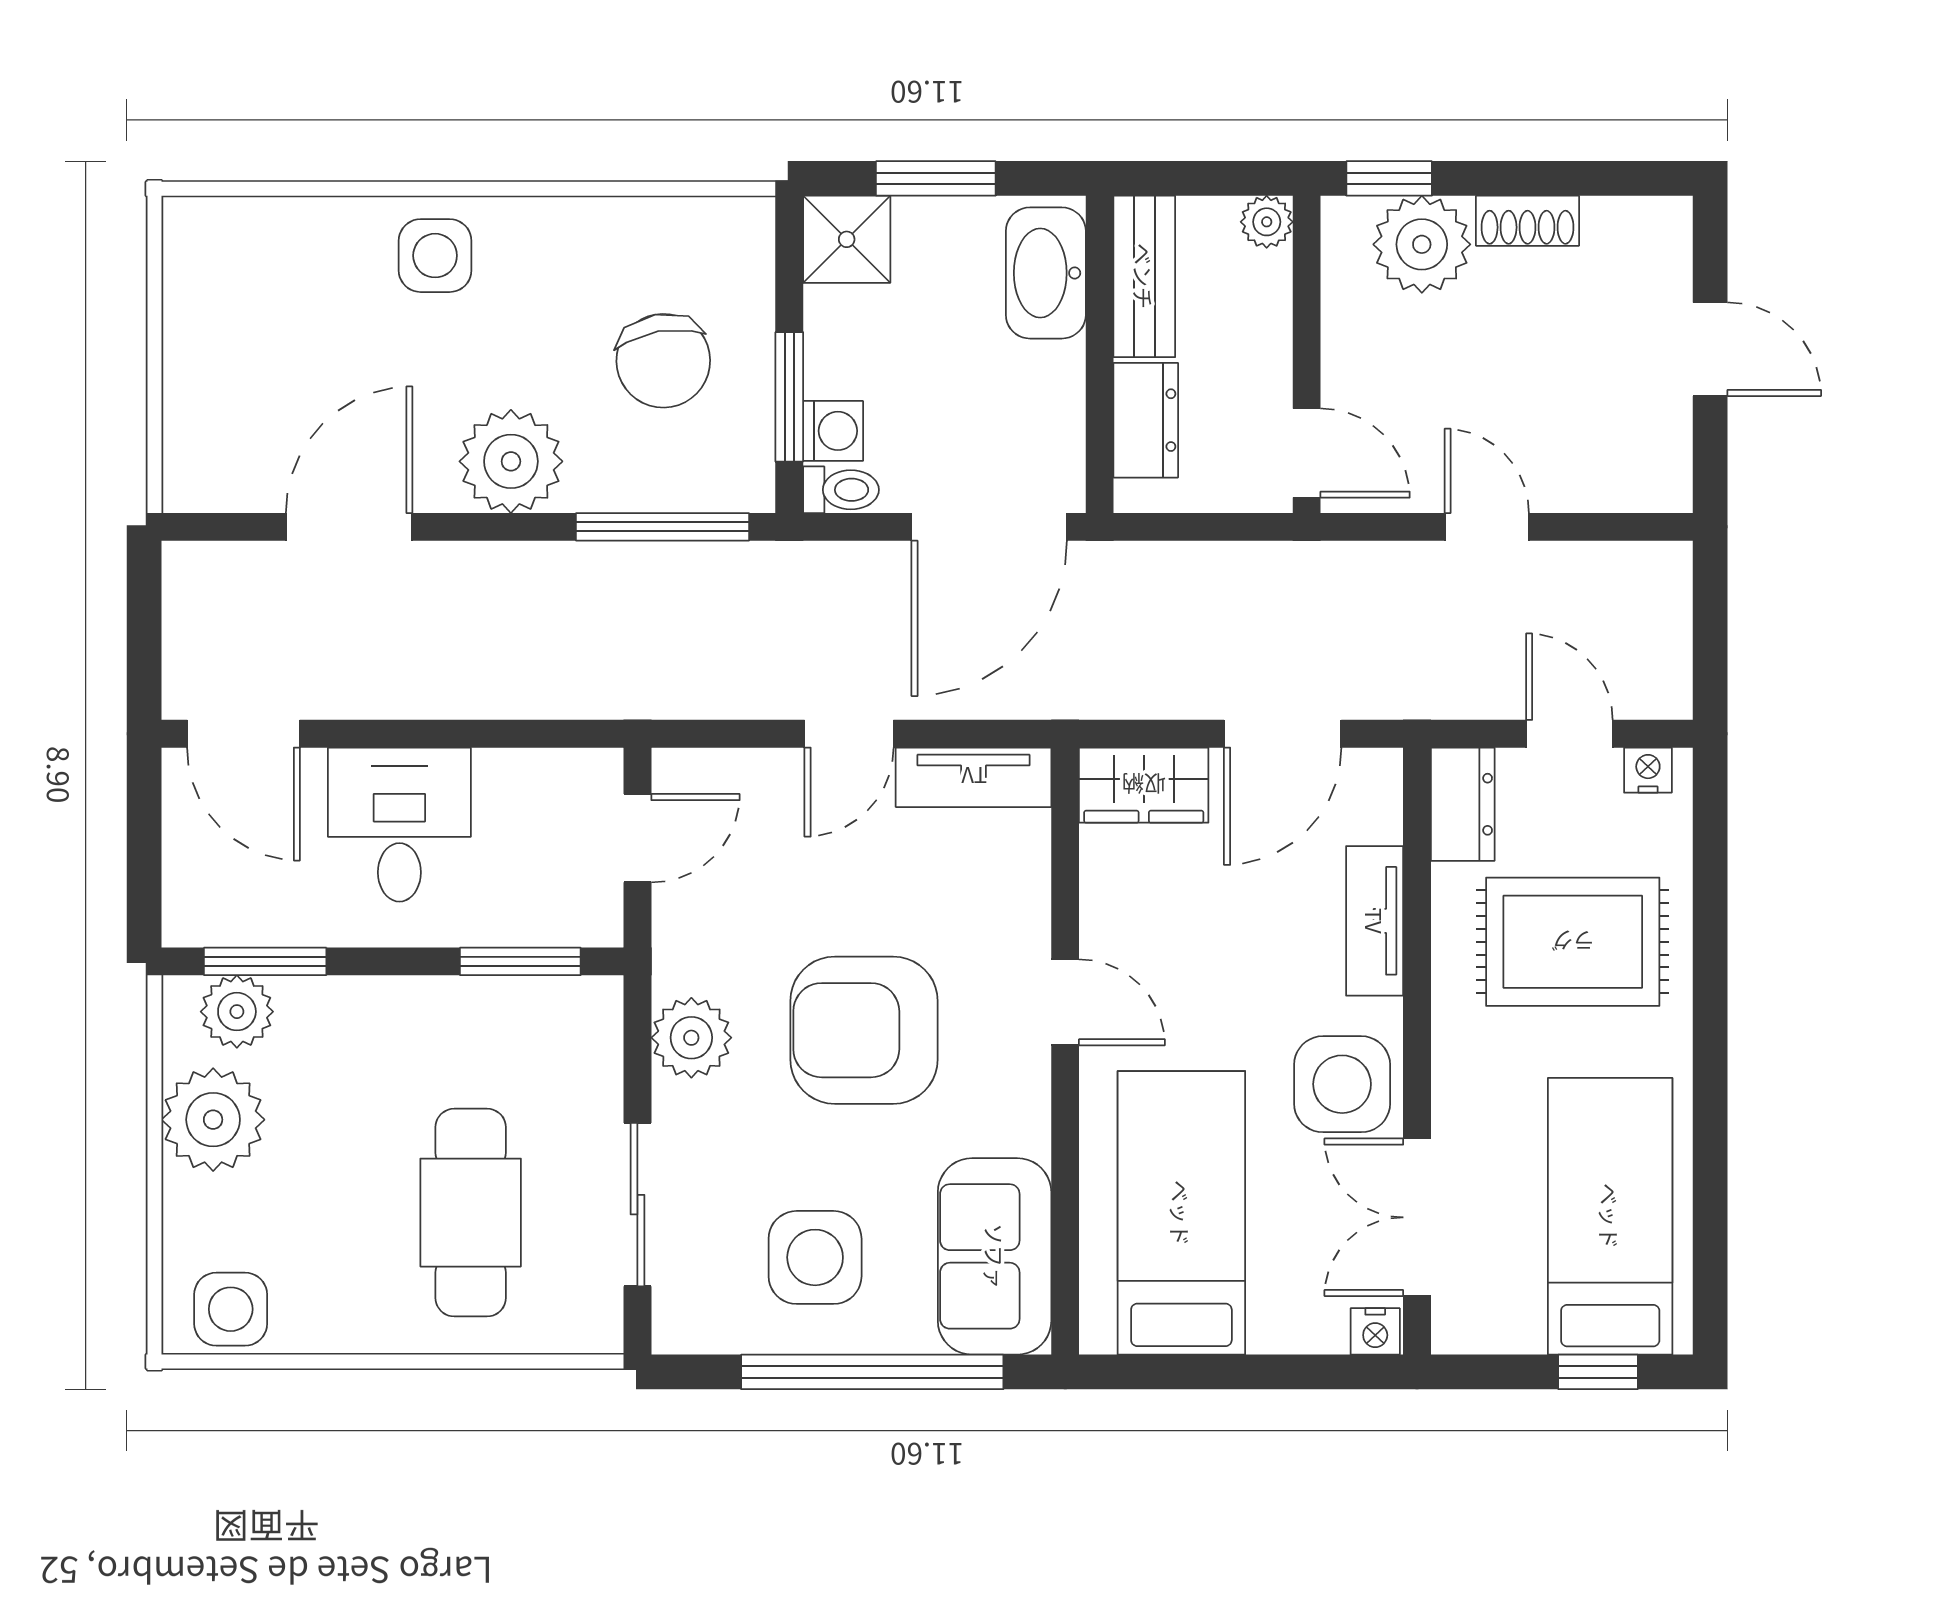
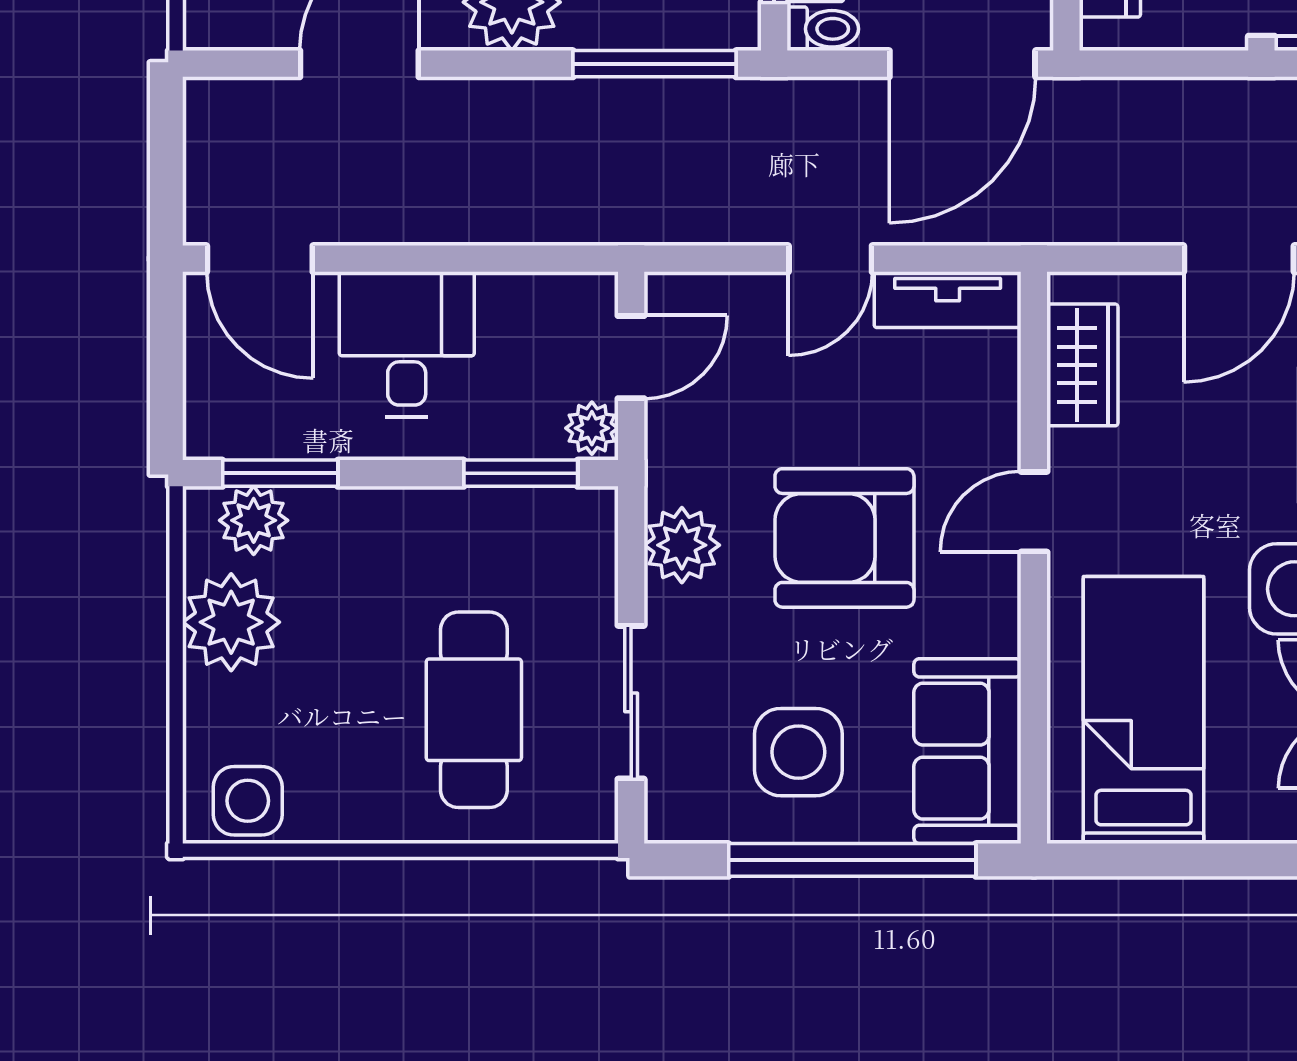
wardrobe: (1144, 785) -> (1082, 365), moved, turned -90
plant: (596, 914) -> (592, 428), added
door: (1065, 1002) -> (1034, 512), swing flipped

